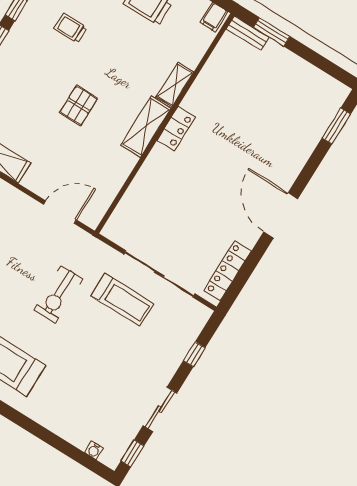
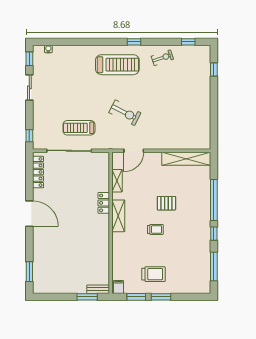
trolley: (70, 28) -> (155, 229), moved
shelving: (175, 85) -> (117, 181), moved
pallet: (79, 105) -> (166, 203), moved, turned 90
locker: (176, 128) -> (104, 203), moved
exercise bike: (58, 294) -> (125, 113), moved, turned 117
window: (194, 354) -> (29, 136), moved

